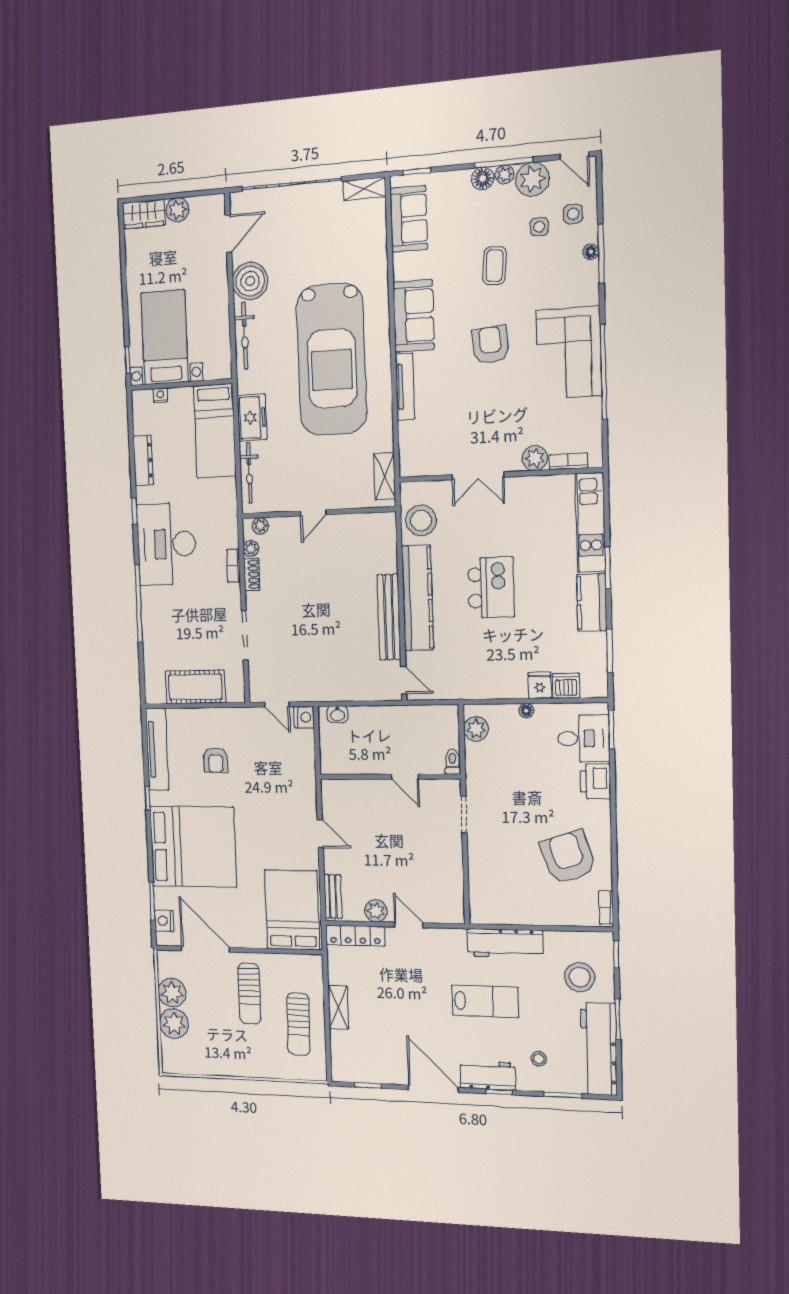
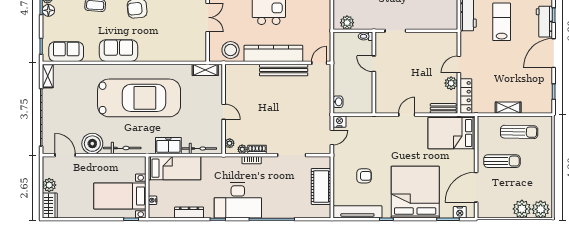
tv unit: (405, 387) -> (157, 57), removed
door: (405, 777) -> (374, 64), swing flipped
plant: (172, 993) -> (541, 209), moved

